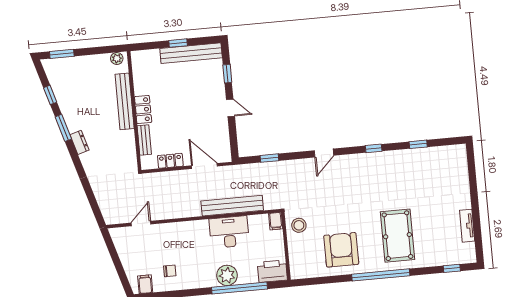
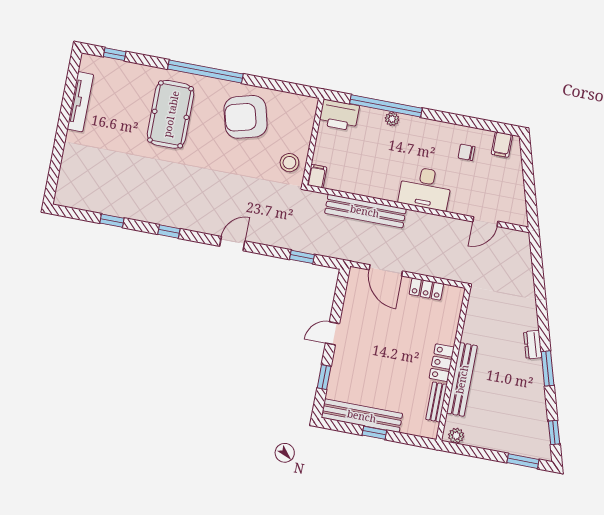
window: (50, 95) -> (554, 433), moved
door: (230, 108) -> (332, 333), hinge flipped
bench: (144, 140) -> (436, 402), moved
tv unit: (467, 226) -> (80, 102), width x1.41
desk: (229, 232) -> (425, 188), moved
armchair: (341, 250) -> (246, 117), turned 75
plant: (227, 275) -> (392, 119), width x0.53, depth x0.53

